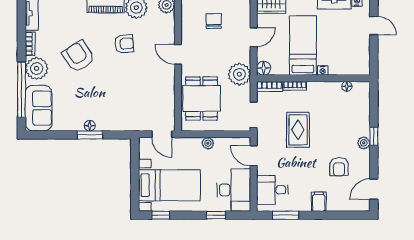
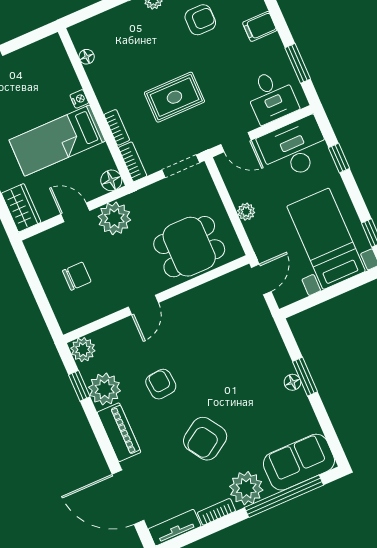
chair: (214, 21) -> (77, 276), turned 180
plant: (239, 74) -> (114, 218), moved
door: (254, 156) -> (236, 142), hinge flipped

